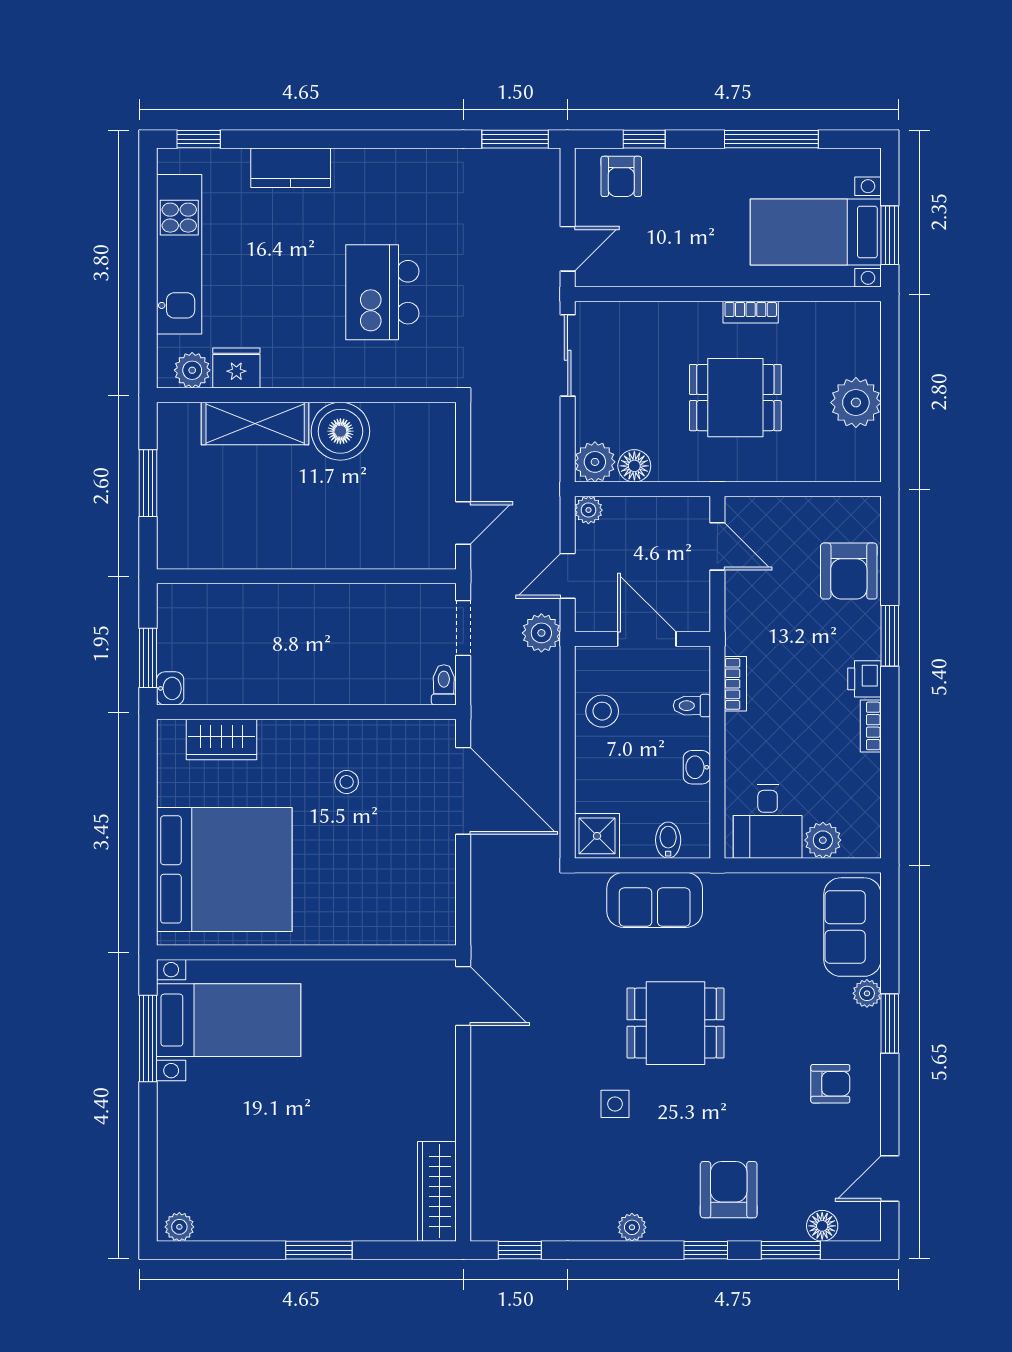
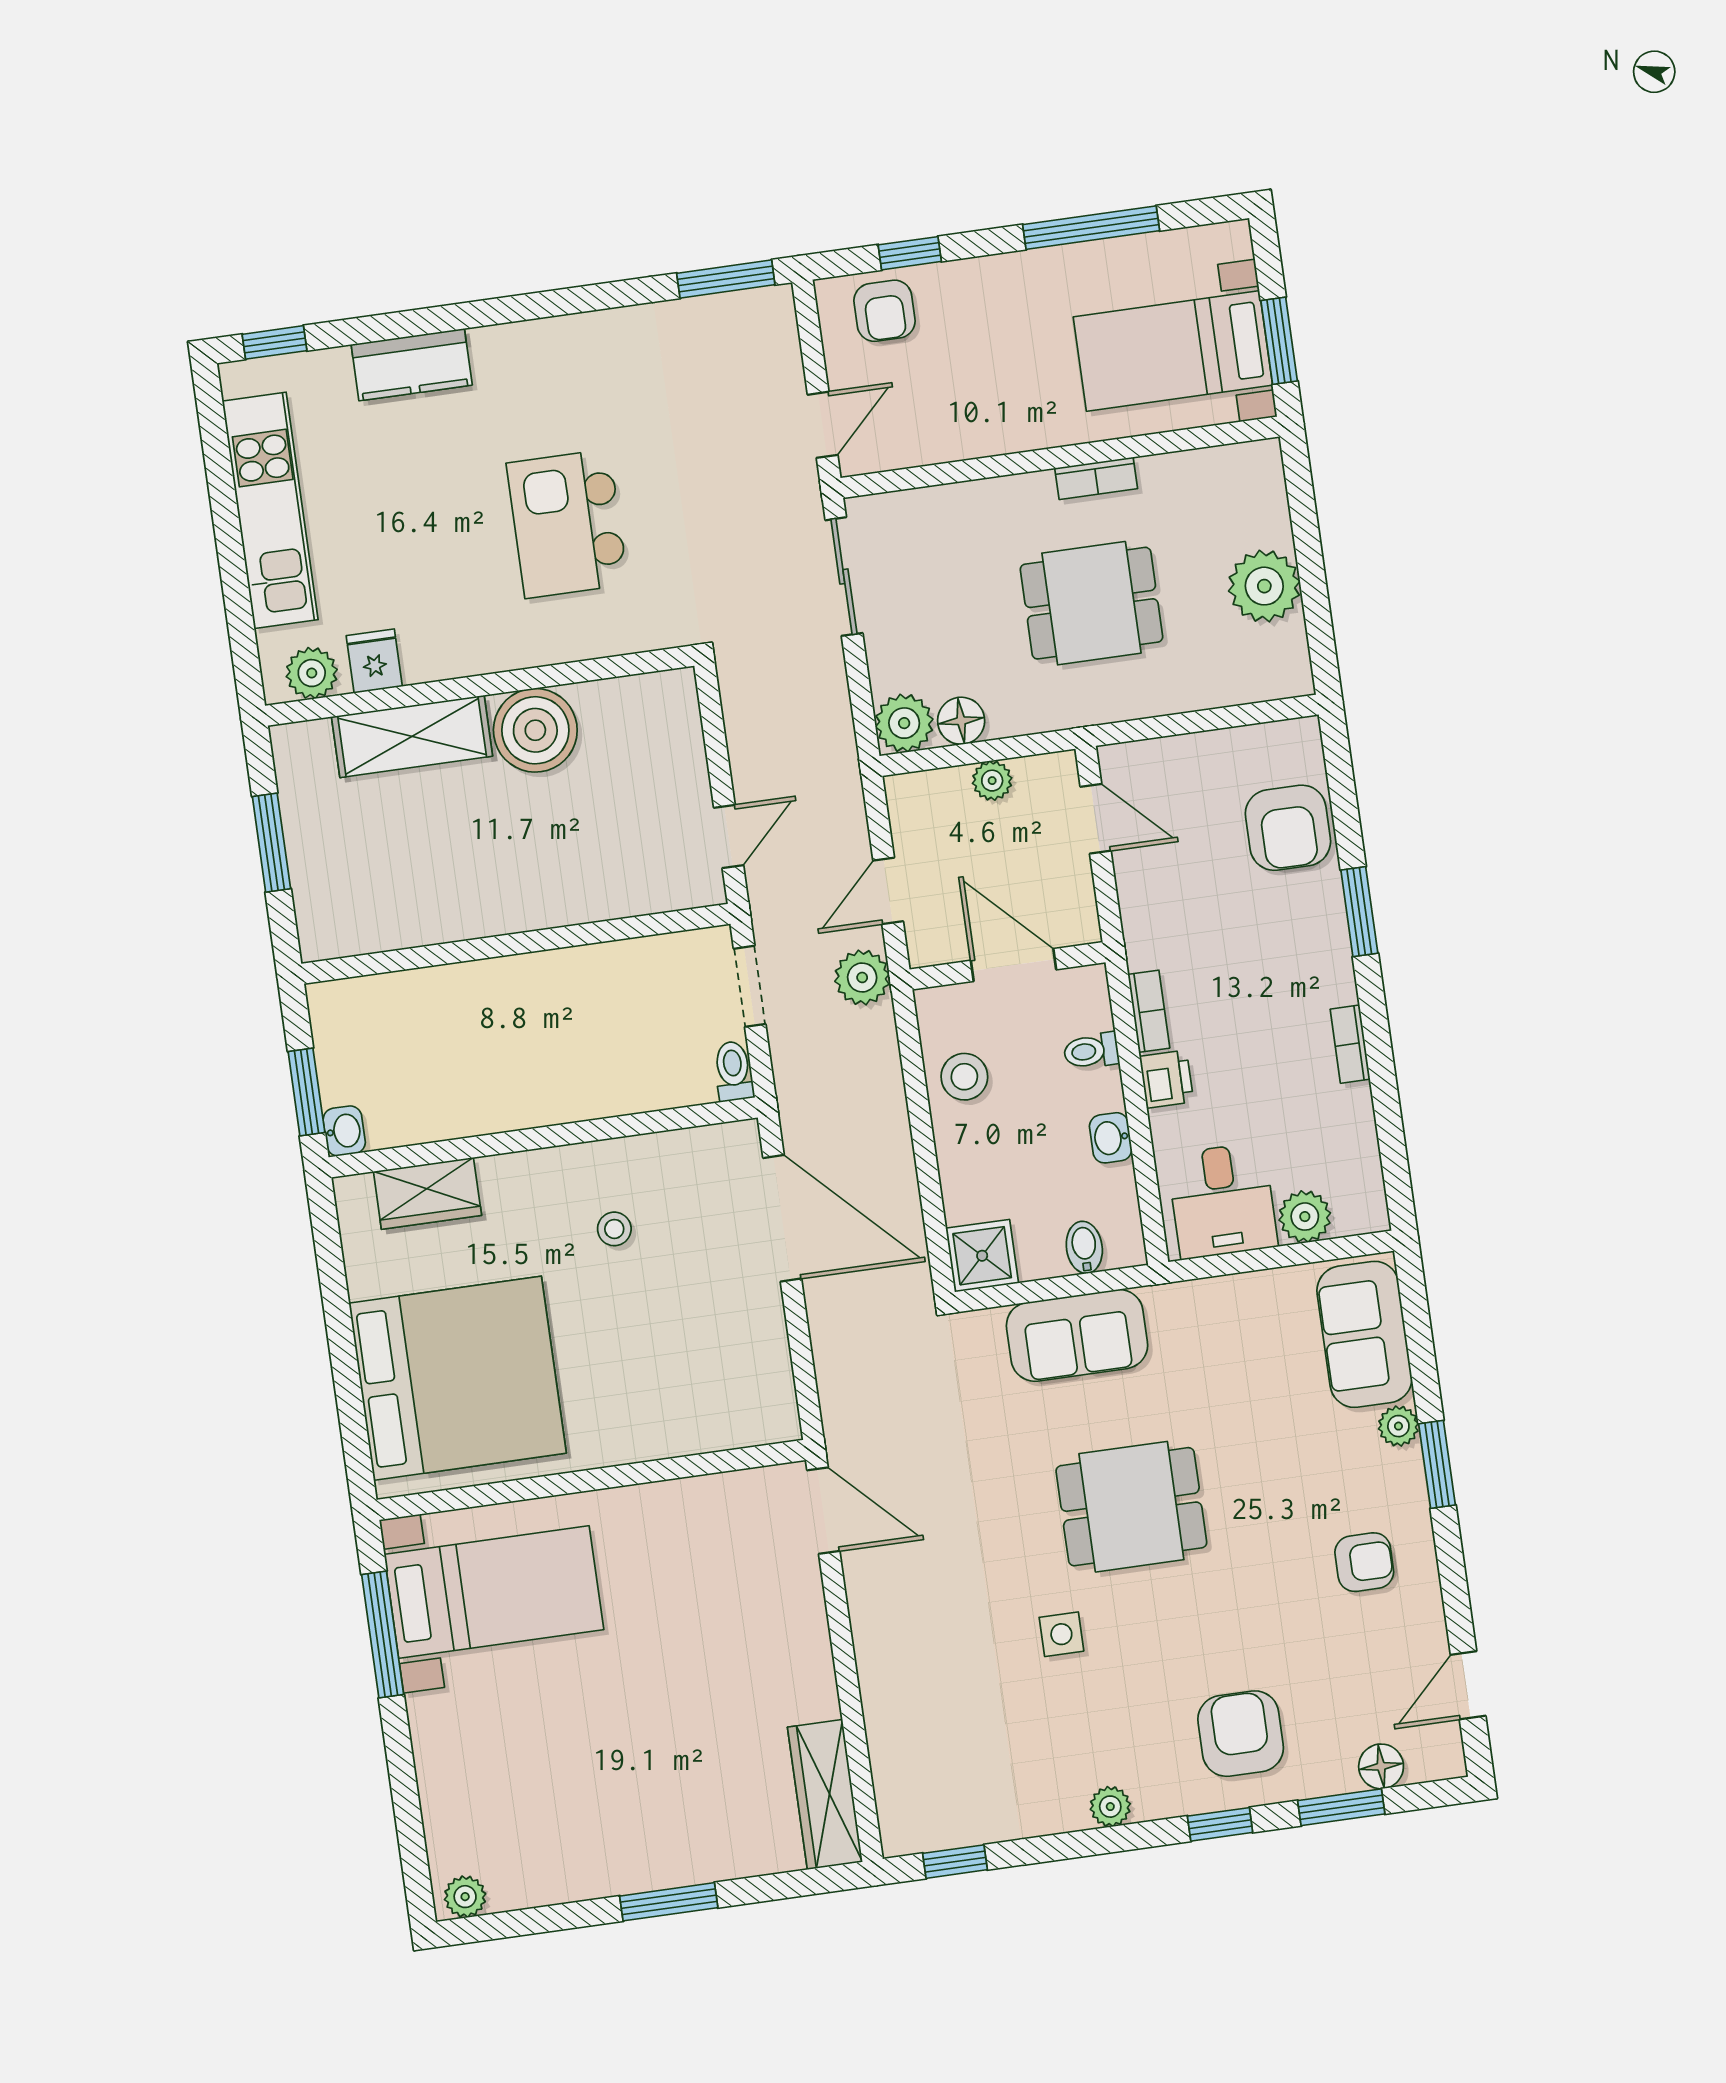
fridge: (236, 368) -> (374, 661), width x0.72
plant: (588, 510) -> (992, 781), moved
printer: (864, 679) -> (1167, 1079), moved, turned 180

